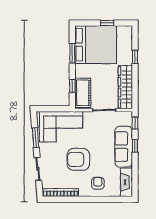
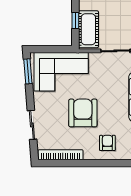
window: (35, 138) -> (28, 71), moved
armchair: (78, 159) -> (83, 113), turned 90

